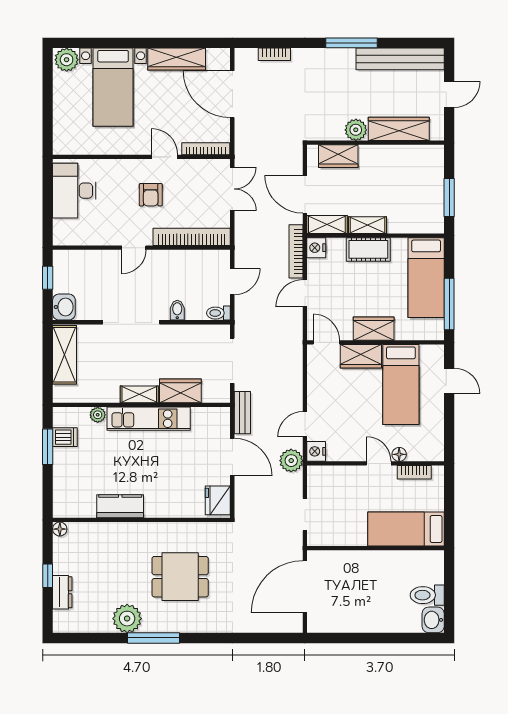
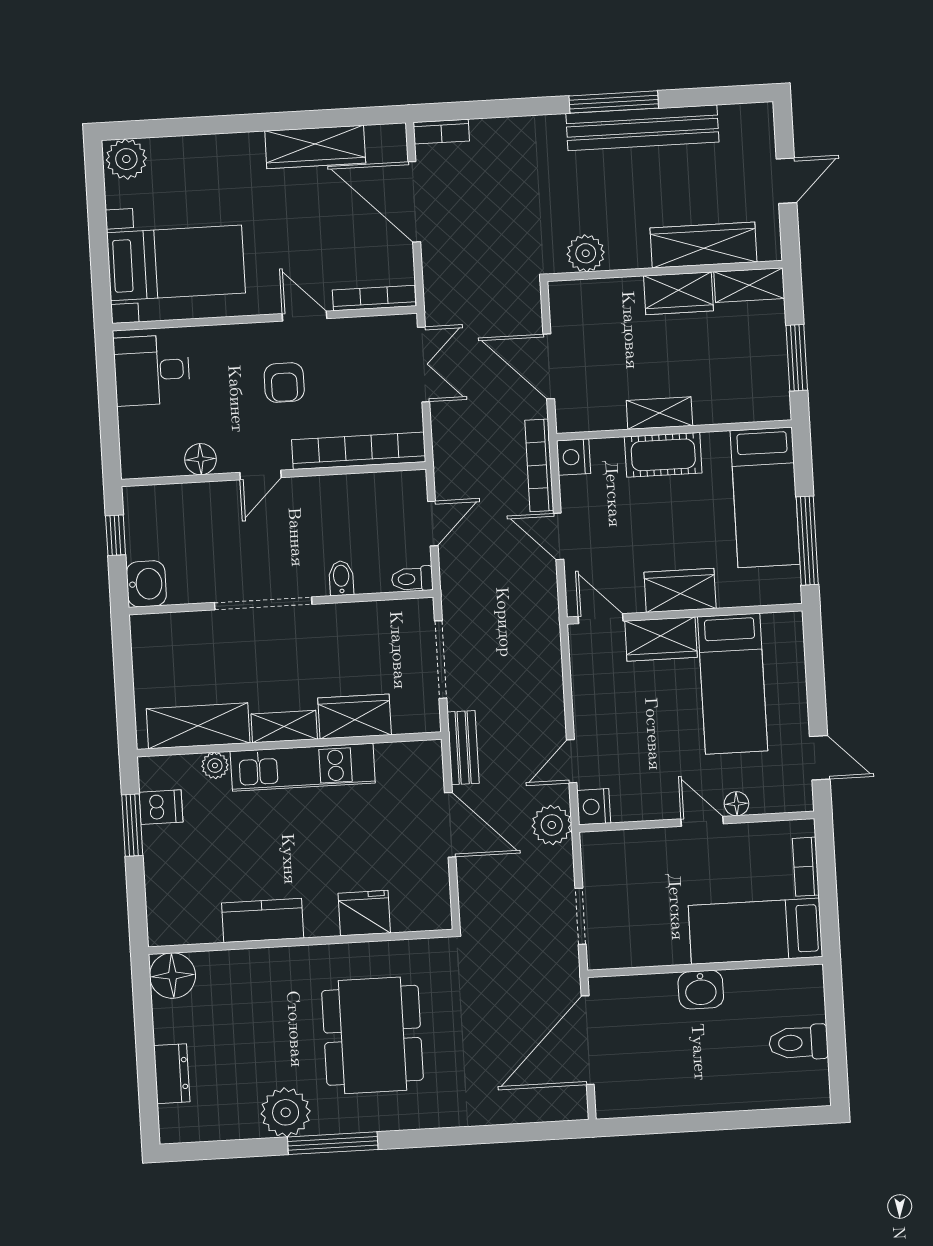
bookcase: (274, 54) -> (441, 132), moved
bench: (400, 59) -> (642, 128), moved
bed with nightstands: (113, 87) -> (176, 263), moved, turned -90
plant: (356, 130) -> (586, 253), moved
wardrobe: (338, 156) -> (678, 293), moved
desk: (74, 191) -> (152, 370), width x0.73
shelving: (327, 224) -> (749, 285), moved
floor lamp: (100, 236) -> (201, 459), added
door: (305, 293) -> (559, 536), hinge flipped
shelving: (64, 355) -> (198, 726), moved, turned 90
door: (449, 381) -> (820, 758), moved
bookcase: (414, 472) -> (806, 867), moved, turned 90
fridge: (218, 500) -> (364, 913), moved, turned 90
floor lamp: (60, 529) -> (173, 976), width x1.89, depth x1.89
window: (48, 576) -> (145, 1047), removed
dining table: (180, 577) -> (372, 1035), width x1.38
washbasin: (433, 620) -> (701, 990), moved, turned -90

